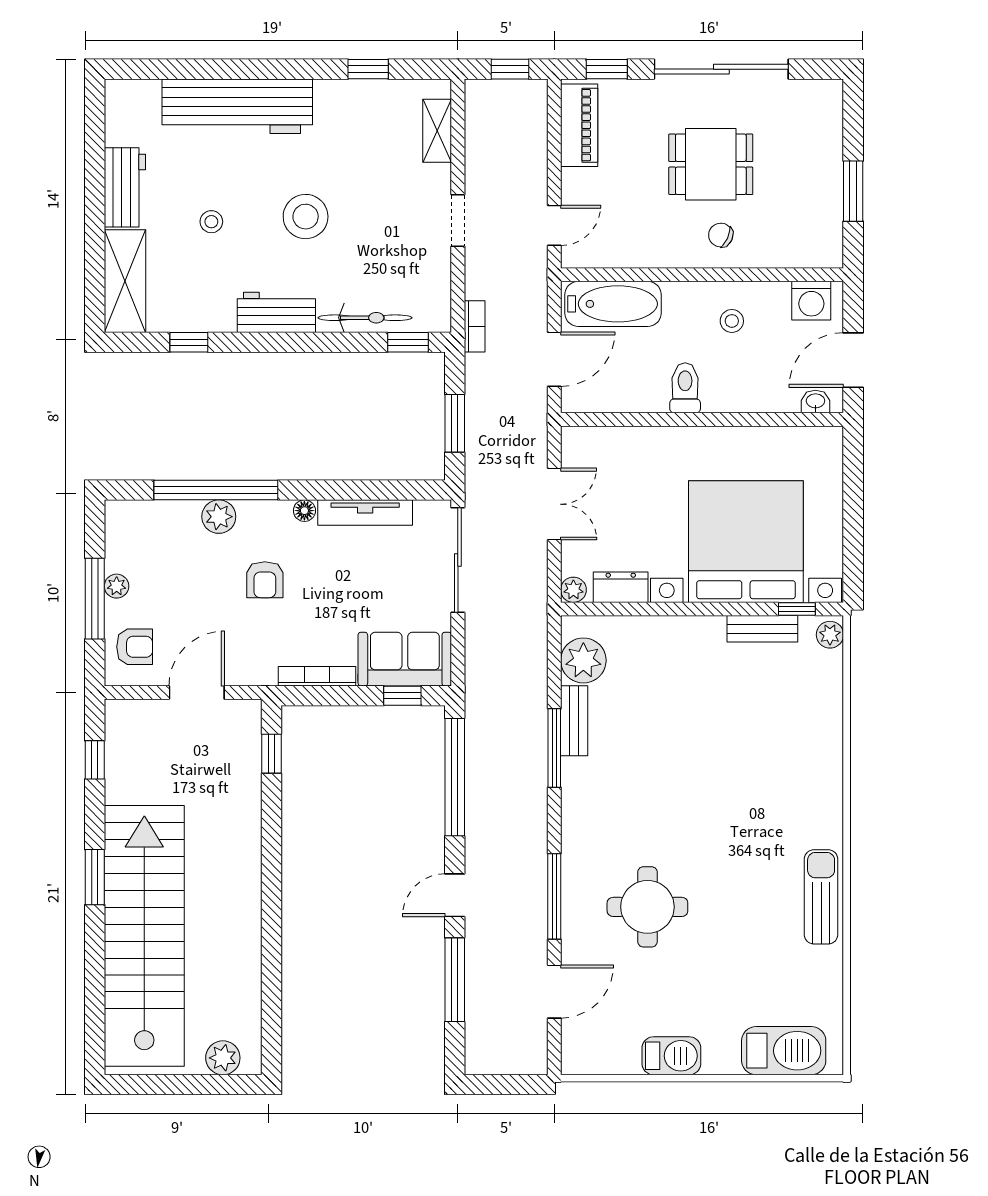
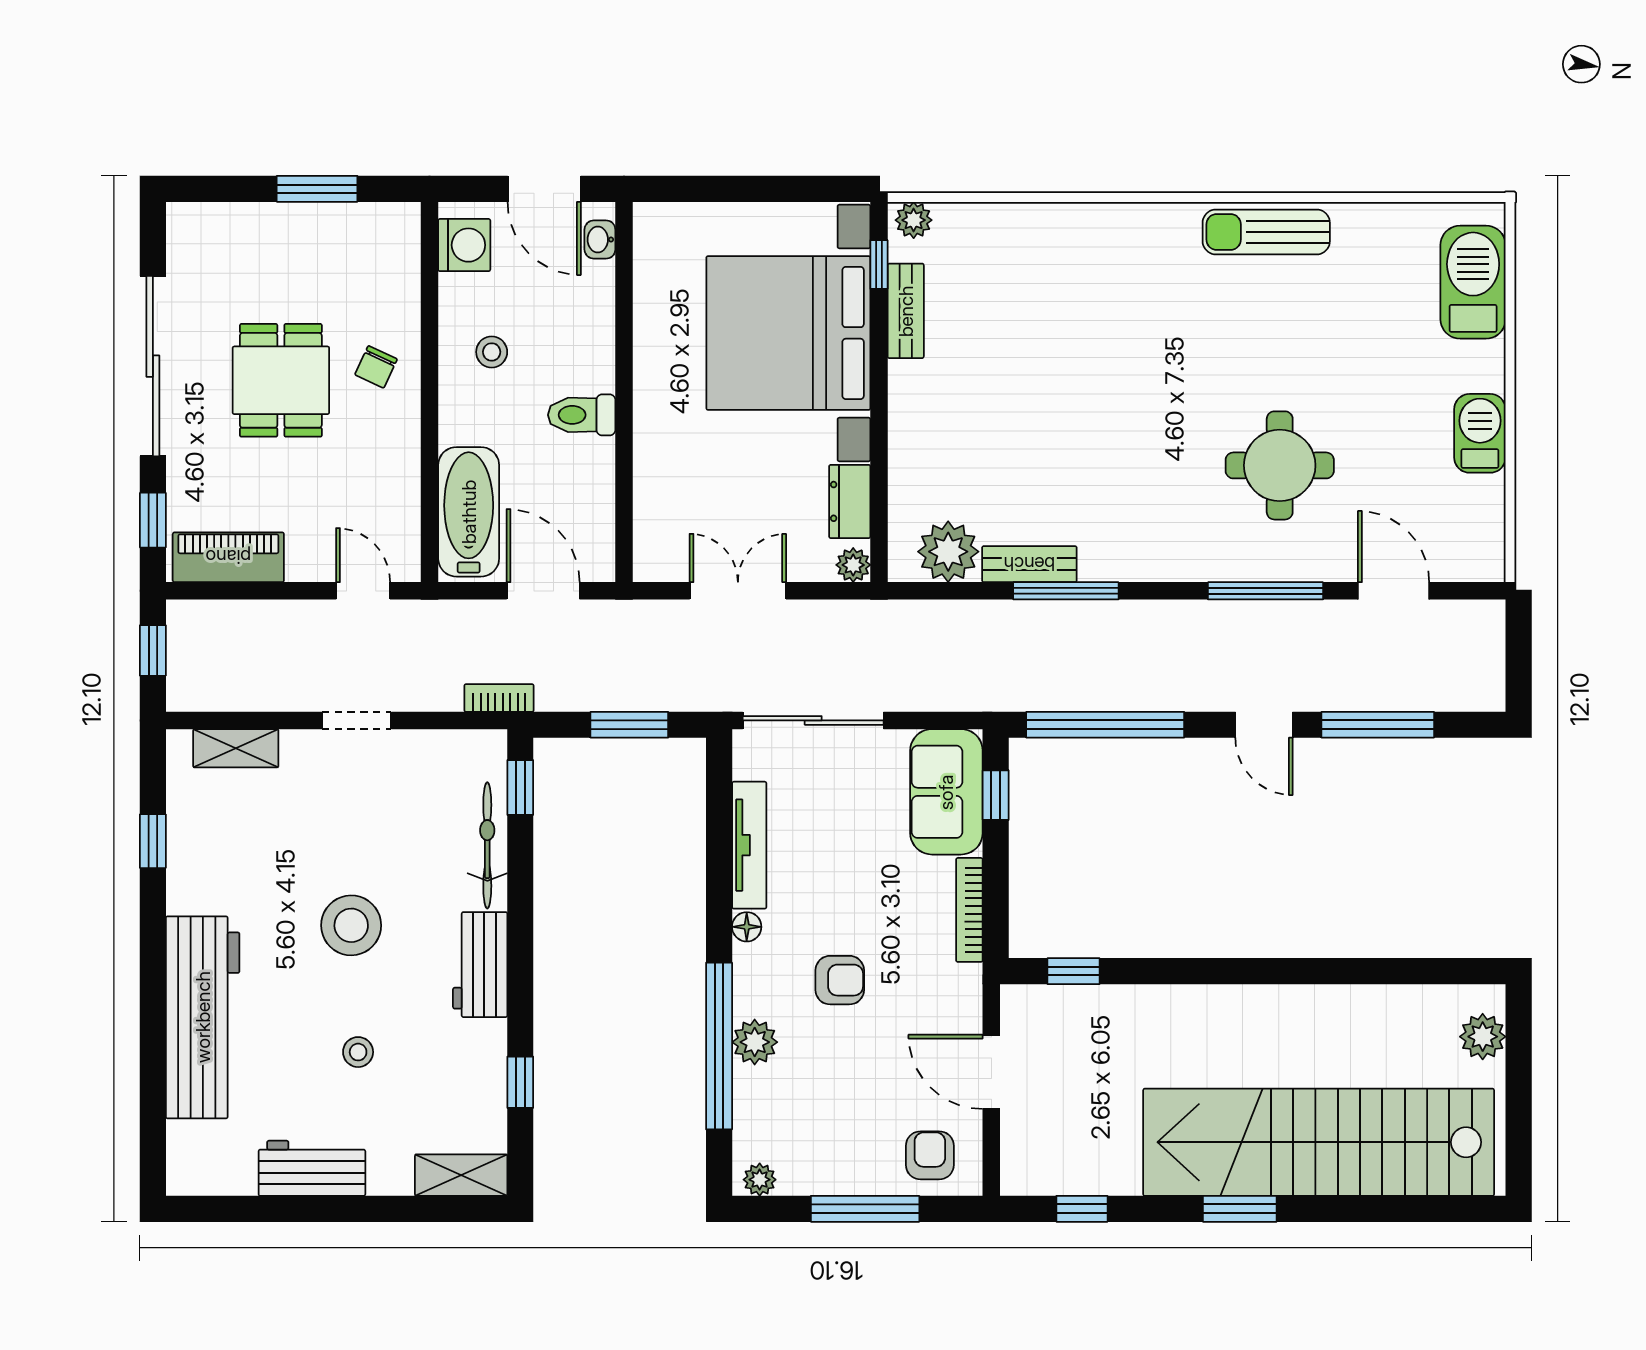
shelving: (125, 281) -> (461, 1175), width x0.67, depth x0.75
plant: (117, 586) -> (760, 1180), moved

